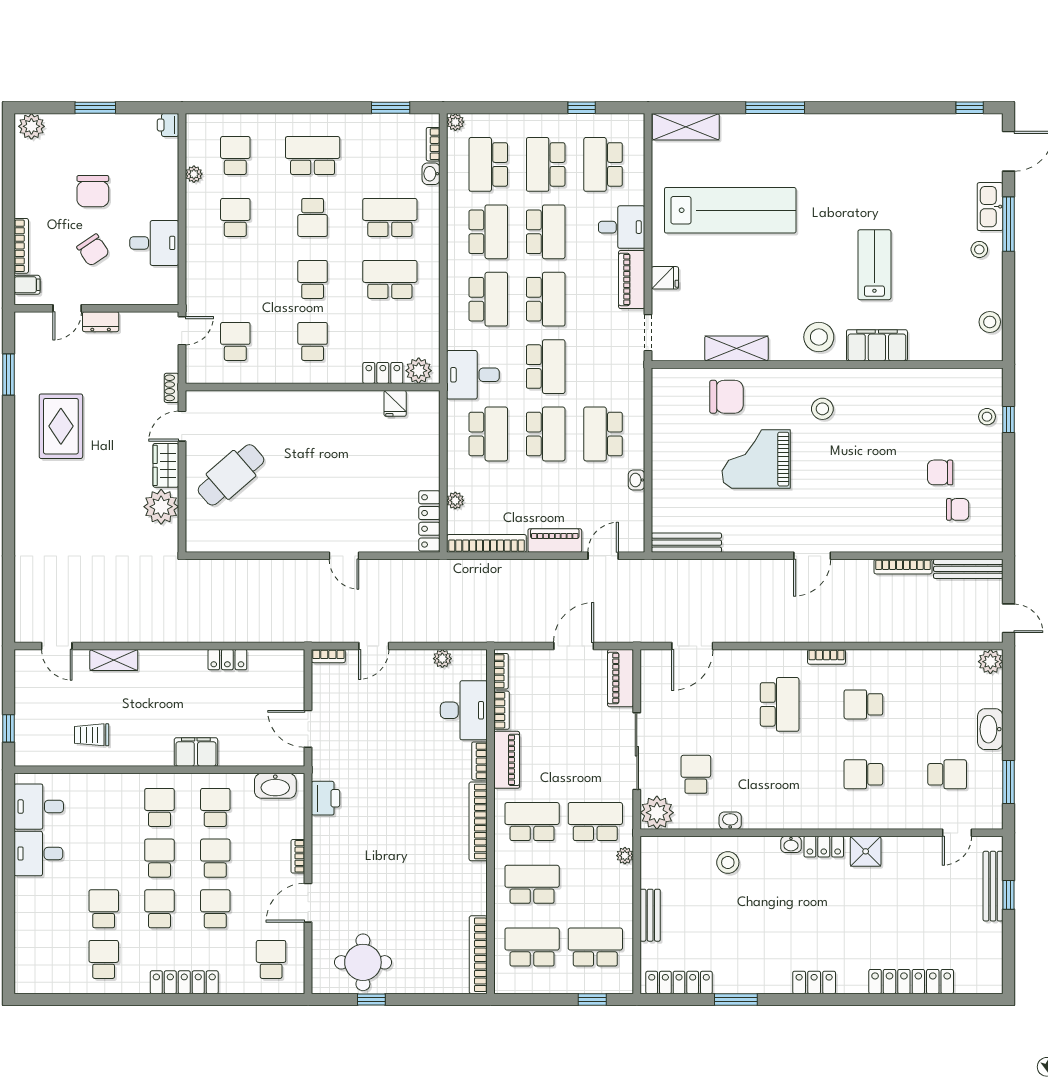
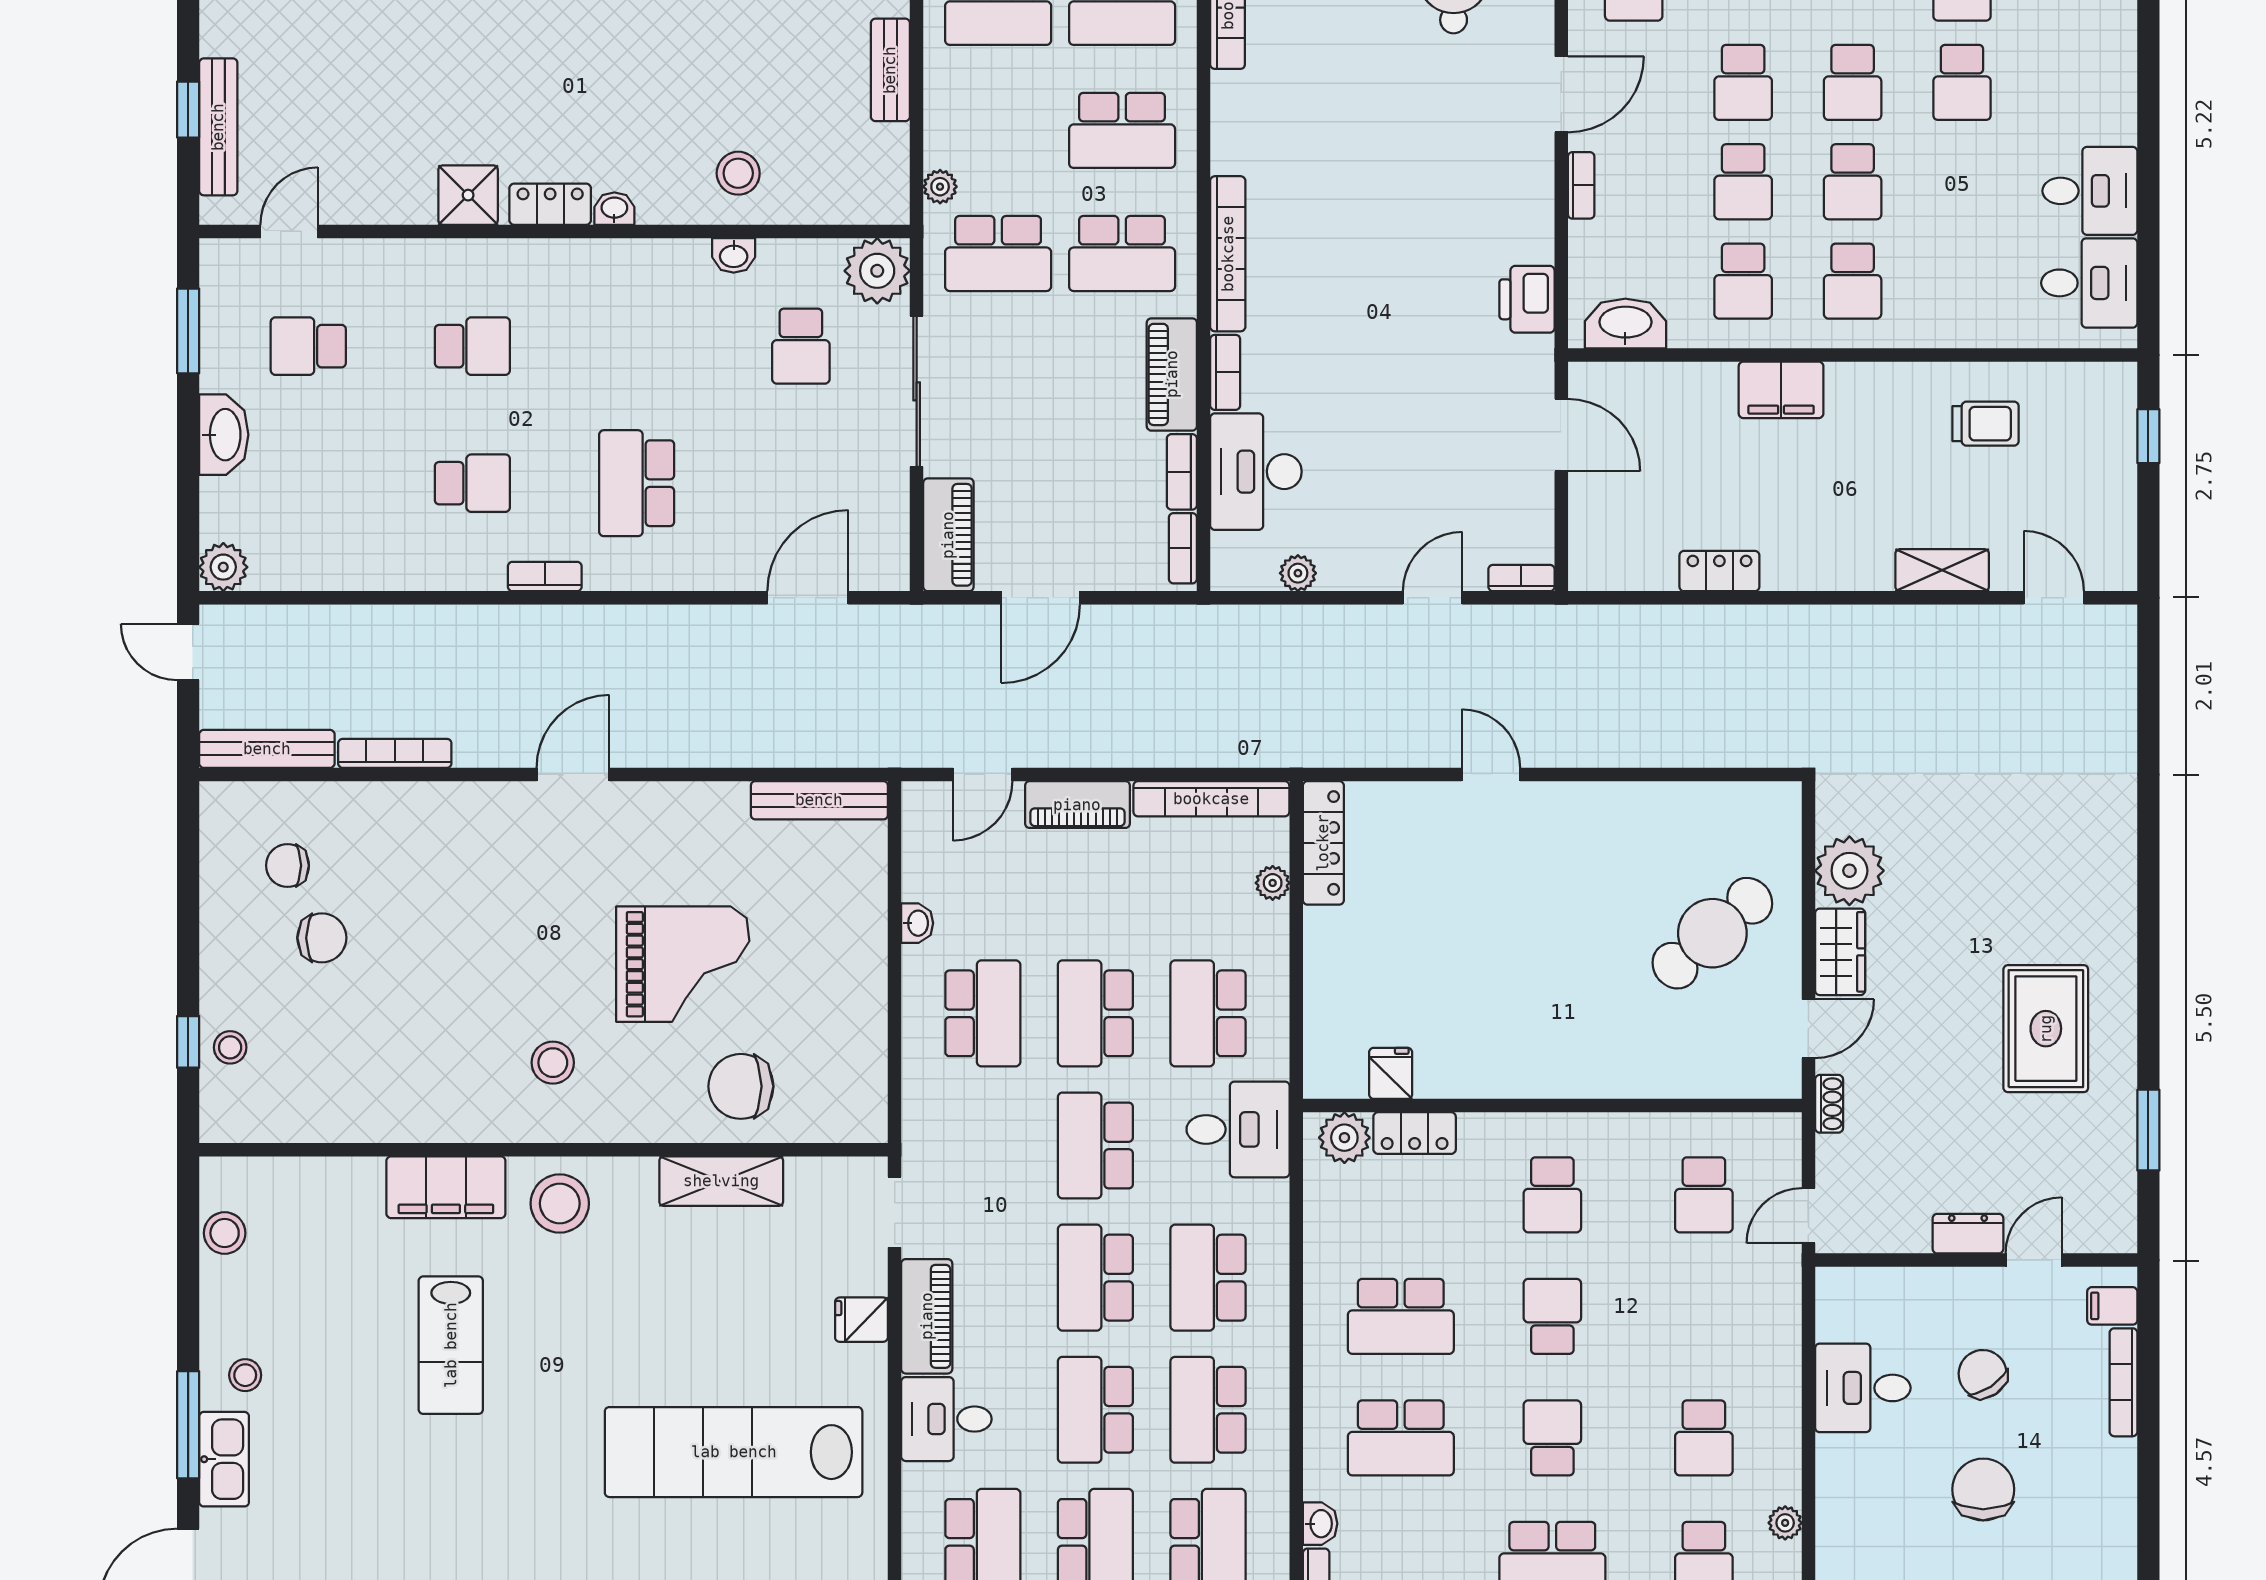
school desk: (313, 279) -> (1552, 1316), turned 180

